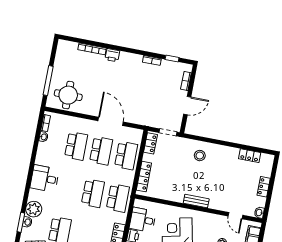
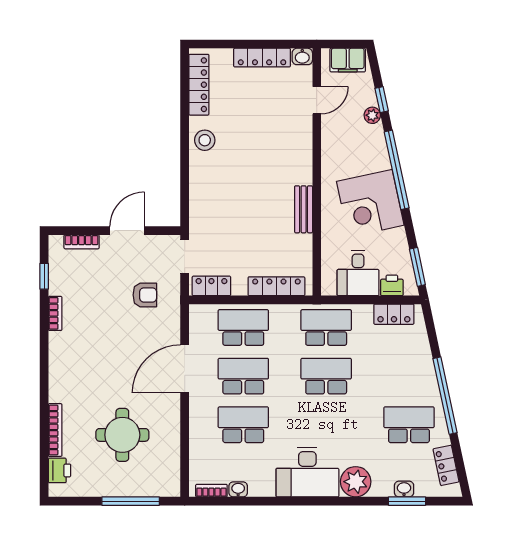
printer: (112, 55) -> (59, 470), moved
round table: (68, 95) -> (122, 435), moved
door: (187, 106) -> (127, 231), hinge flipped
armchair: (152, 108) -> (145, 295), added
stool: (200, 156) -> (205, 140), moved
locker: (250, 156) -> (199, 85), width x1.53
desk: (45, 178) -> (307, 472), width x1.37
locker: (264, 187) -> (262, 58), width x1.53
bench: (196, 201) -> (304, 209), moved
plant: (34, 209) -> (356, 482), moved

